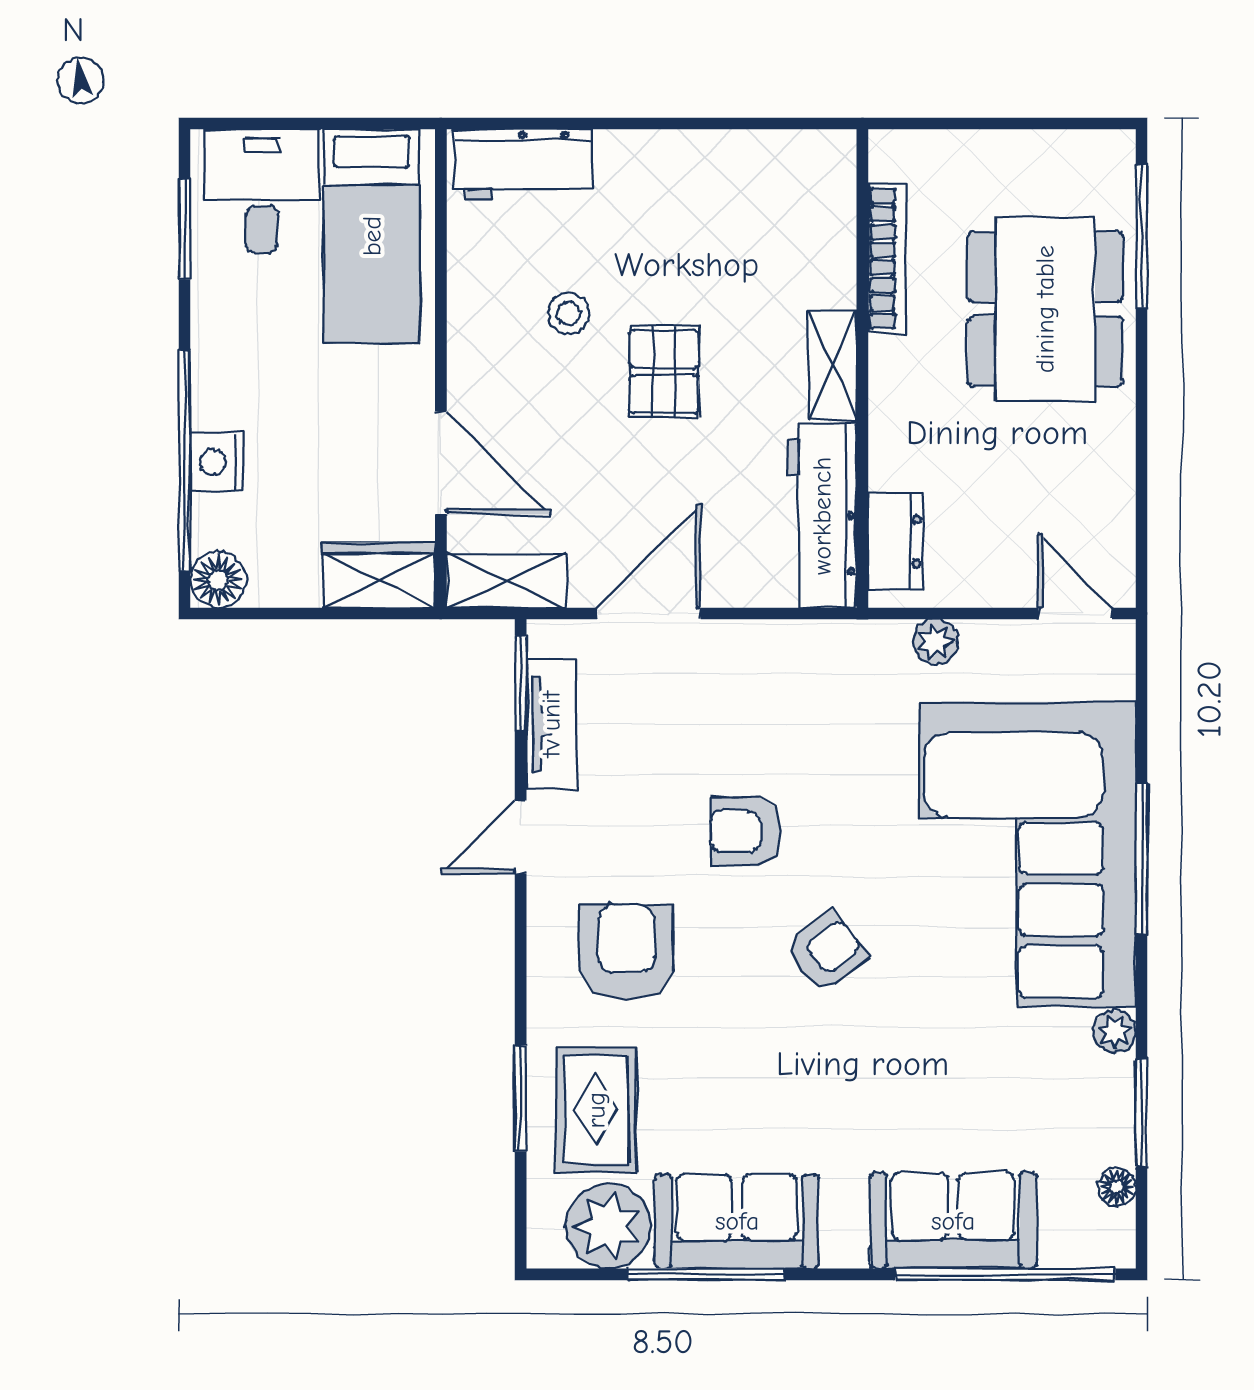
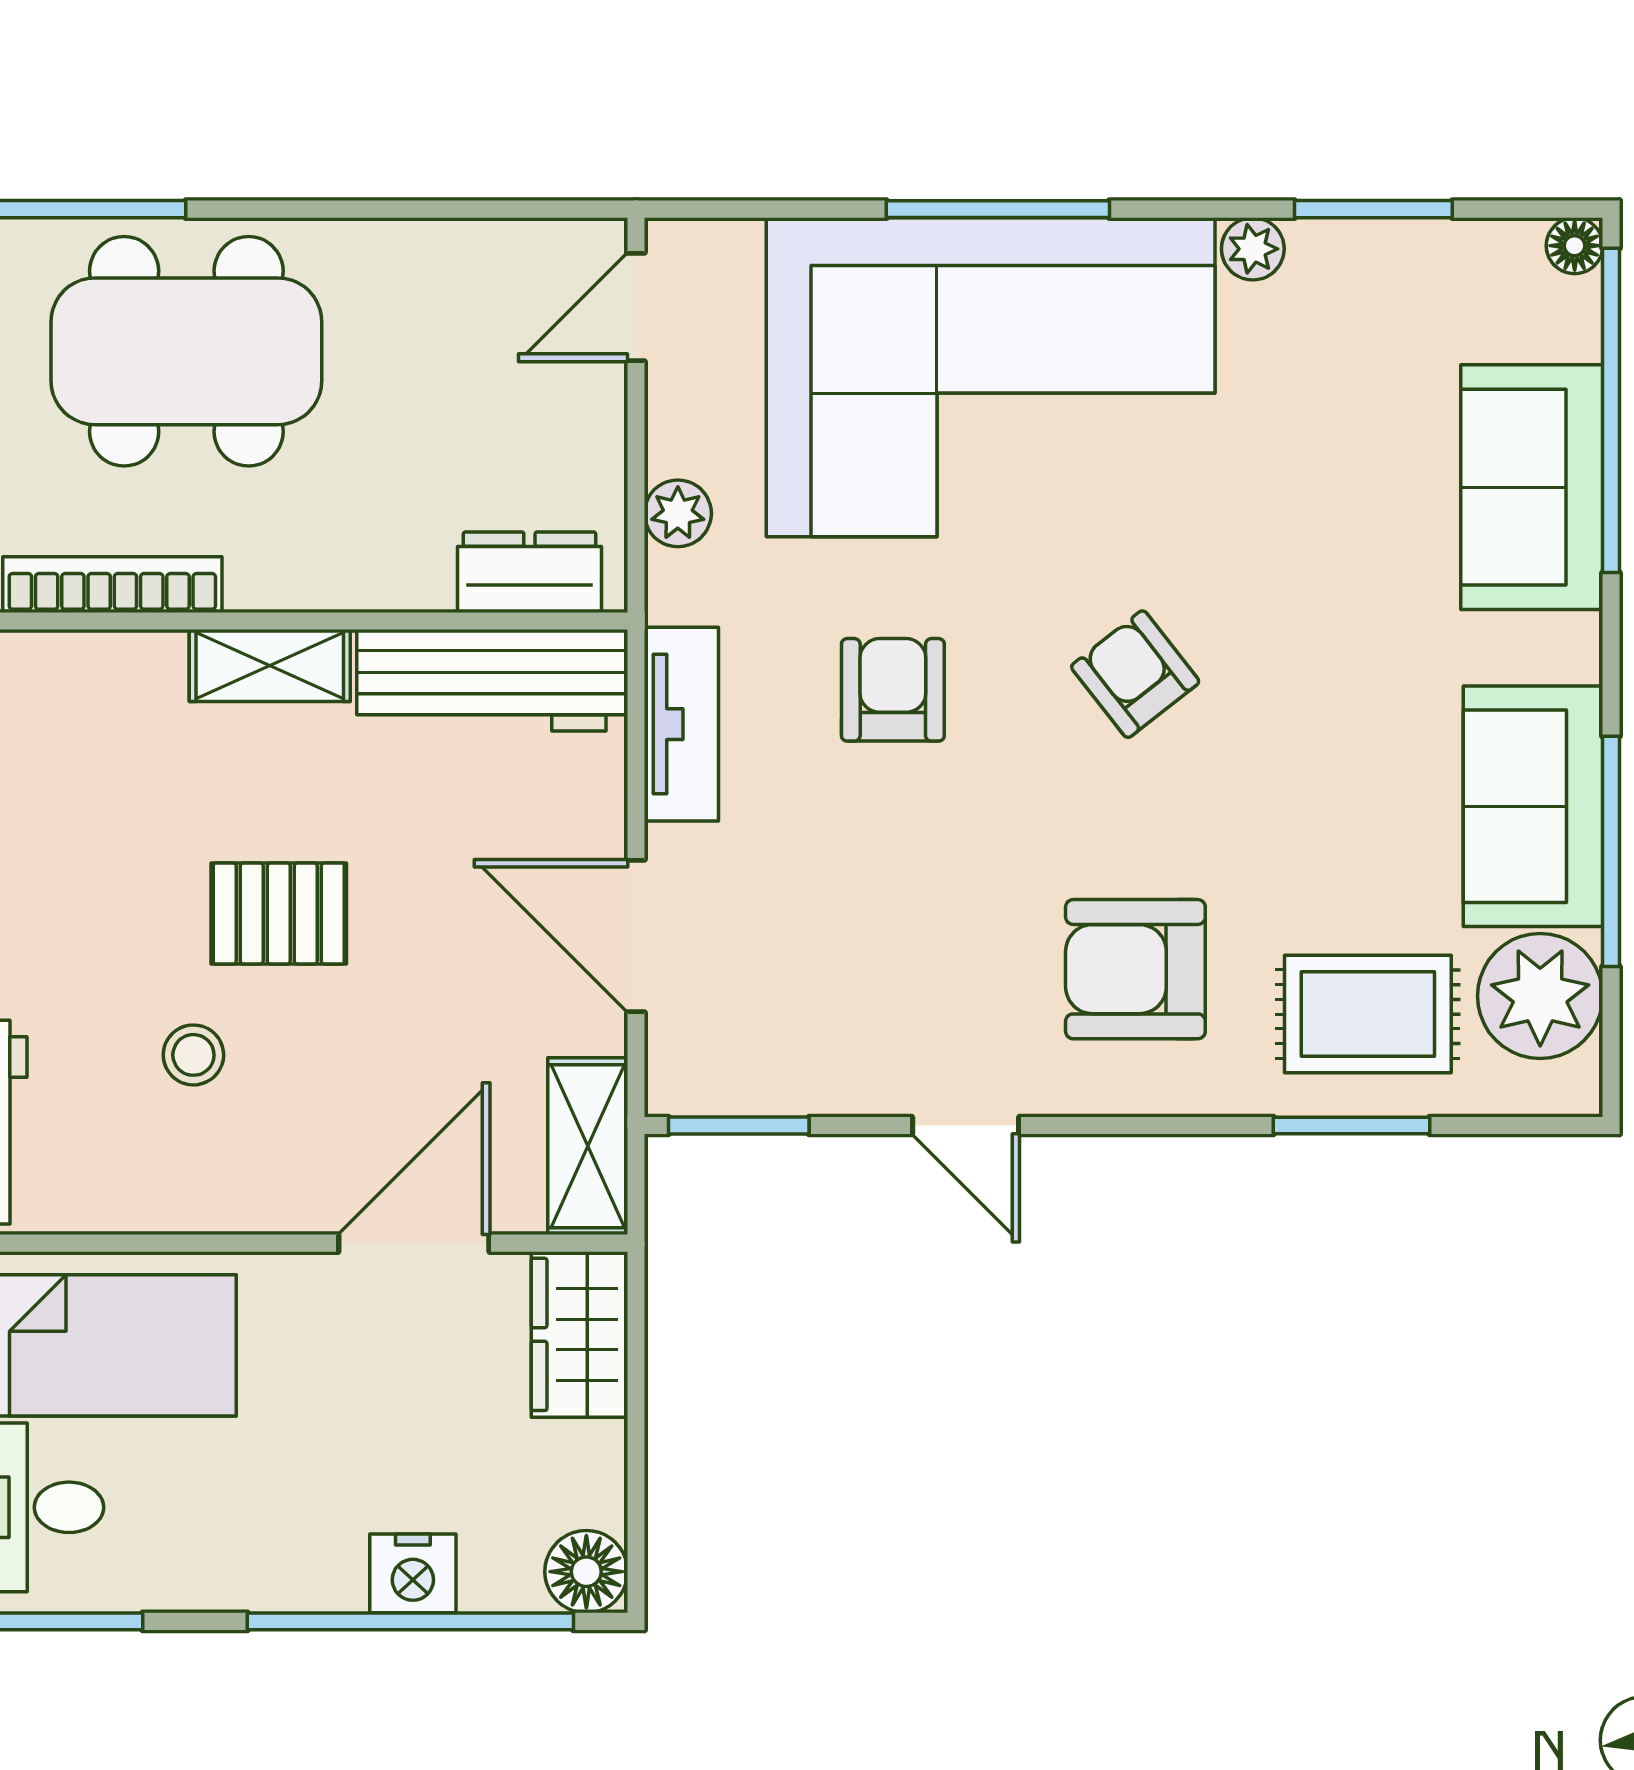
tv unit: (551, 724) -> (681, 724), moved, turned 90
armchair: (745, 831) -> (893, 690), moved, turned 180
floor lamp: (1117, 1187) -> (1575, 246), moved

